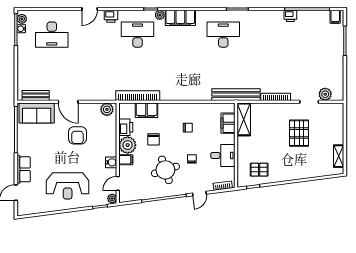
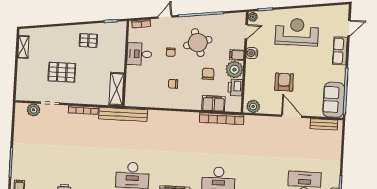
sofa: (37, 113) -> (334, 100), moved, turned -90
filing cabinet: (228, 123) -> (133, 86), removed
pallet: (299, 133) -> (62, 72), turned 90
pallet: (259, 170) -> (88, 40), moved

